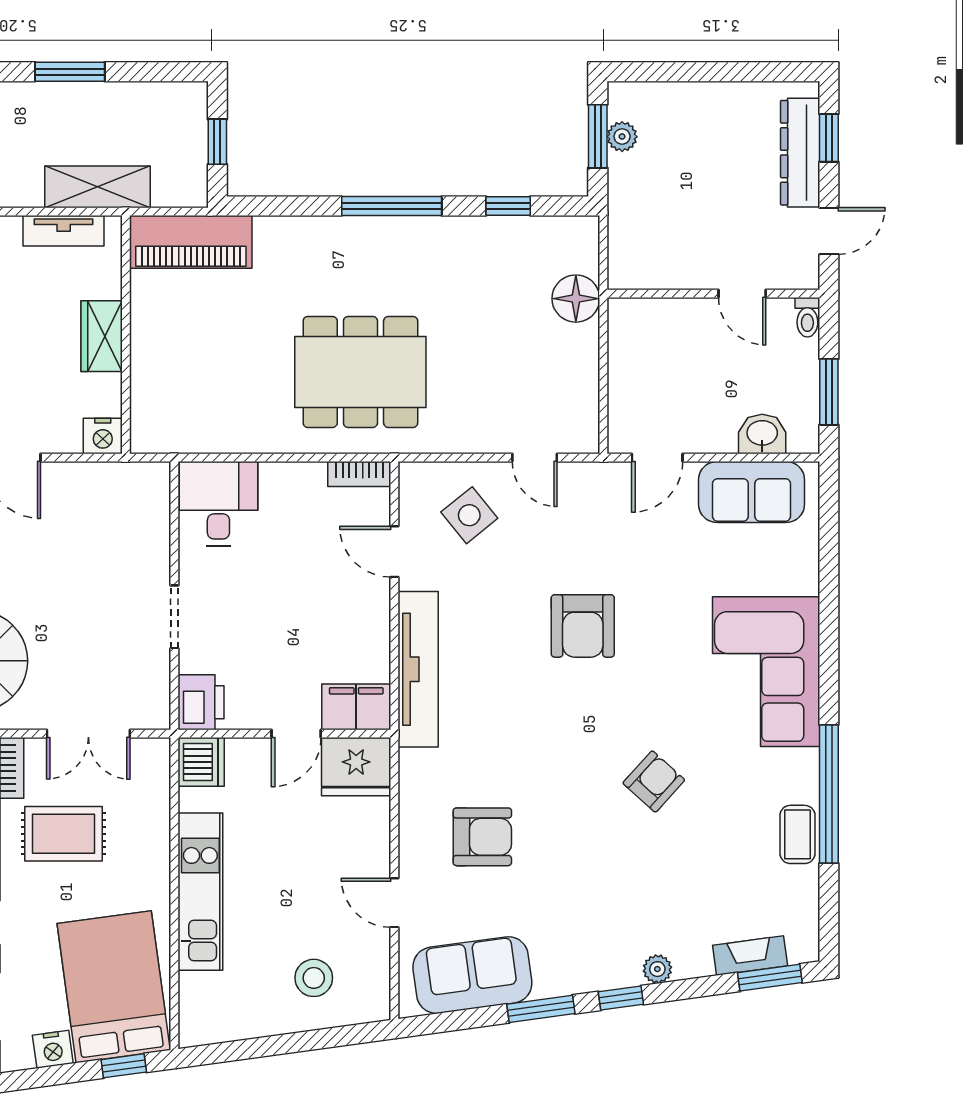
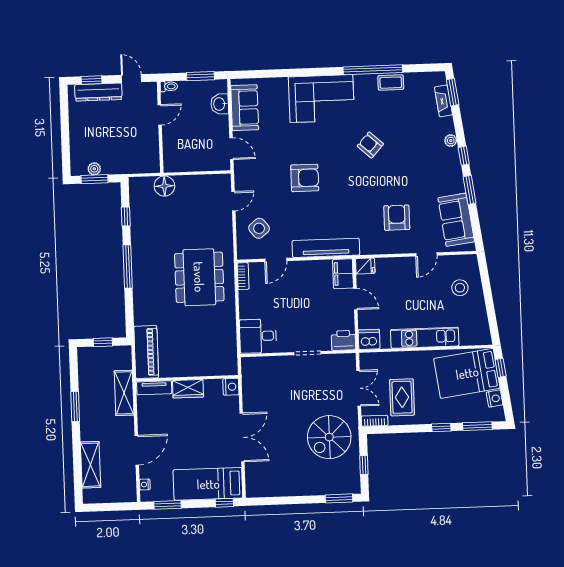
tv unit: (64, 231) -> (154, 388), moved, turned 90
fridge: (356, 767) -> (365, 266), width x0.53, depth x0.75

